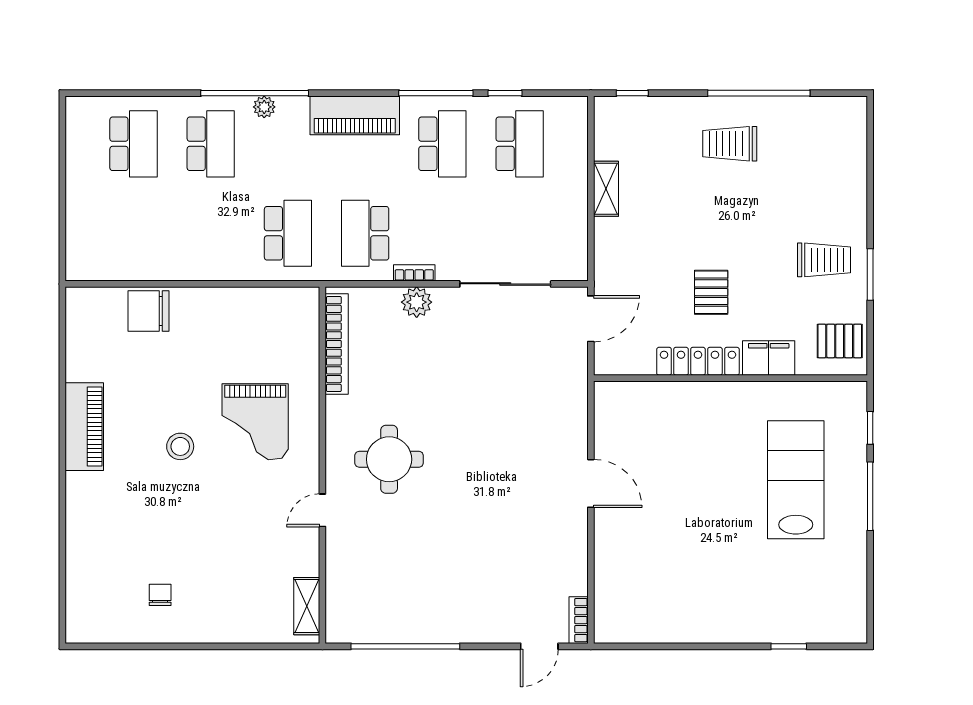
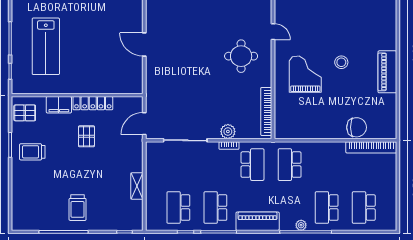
trolley: (730, 144) -> (78, 208), turned 90
bookcase: (118, 269) -> (371, 147), added
door: (322, 510) -> (273, 32), hinge flipped

